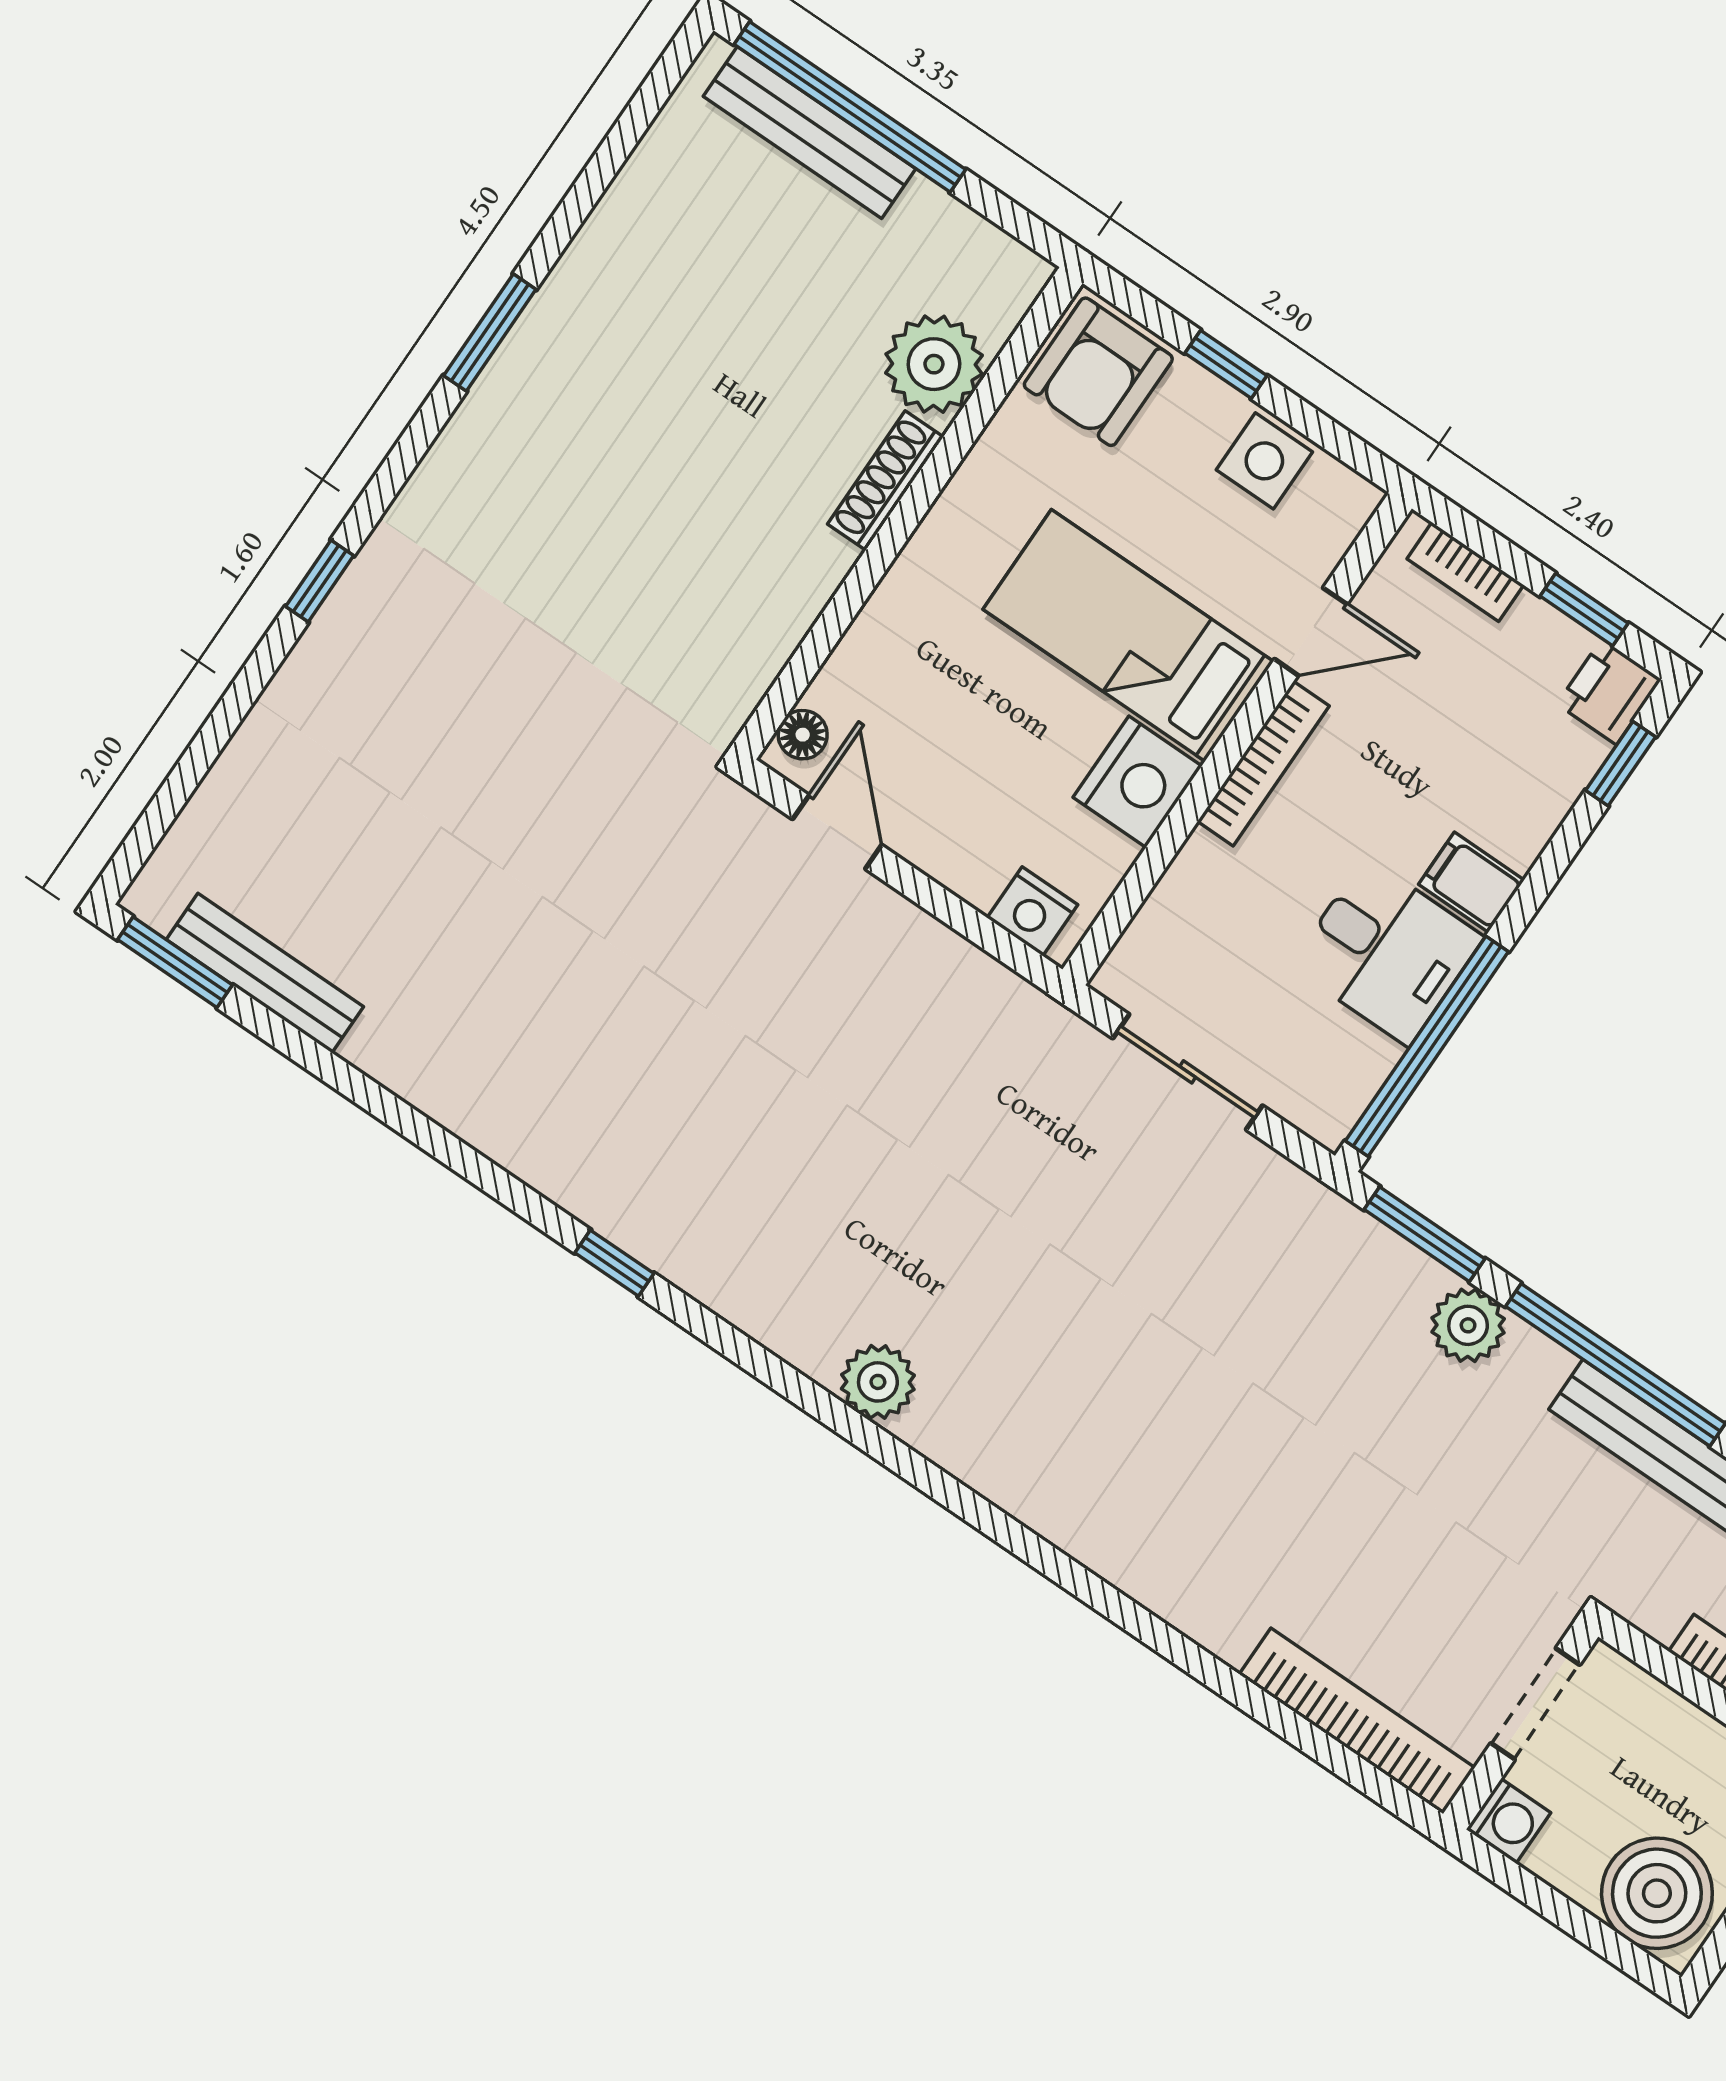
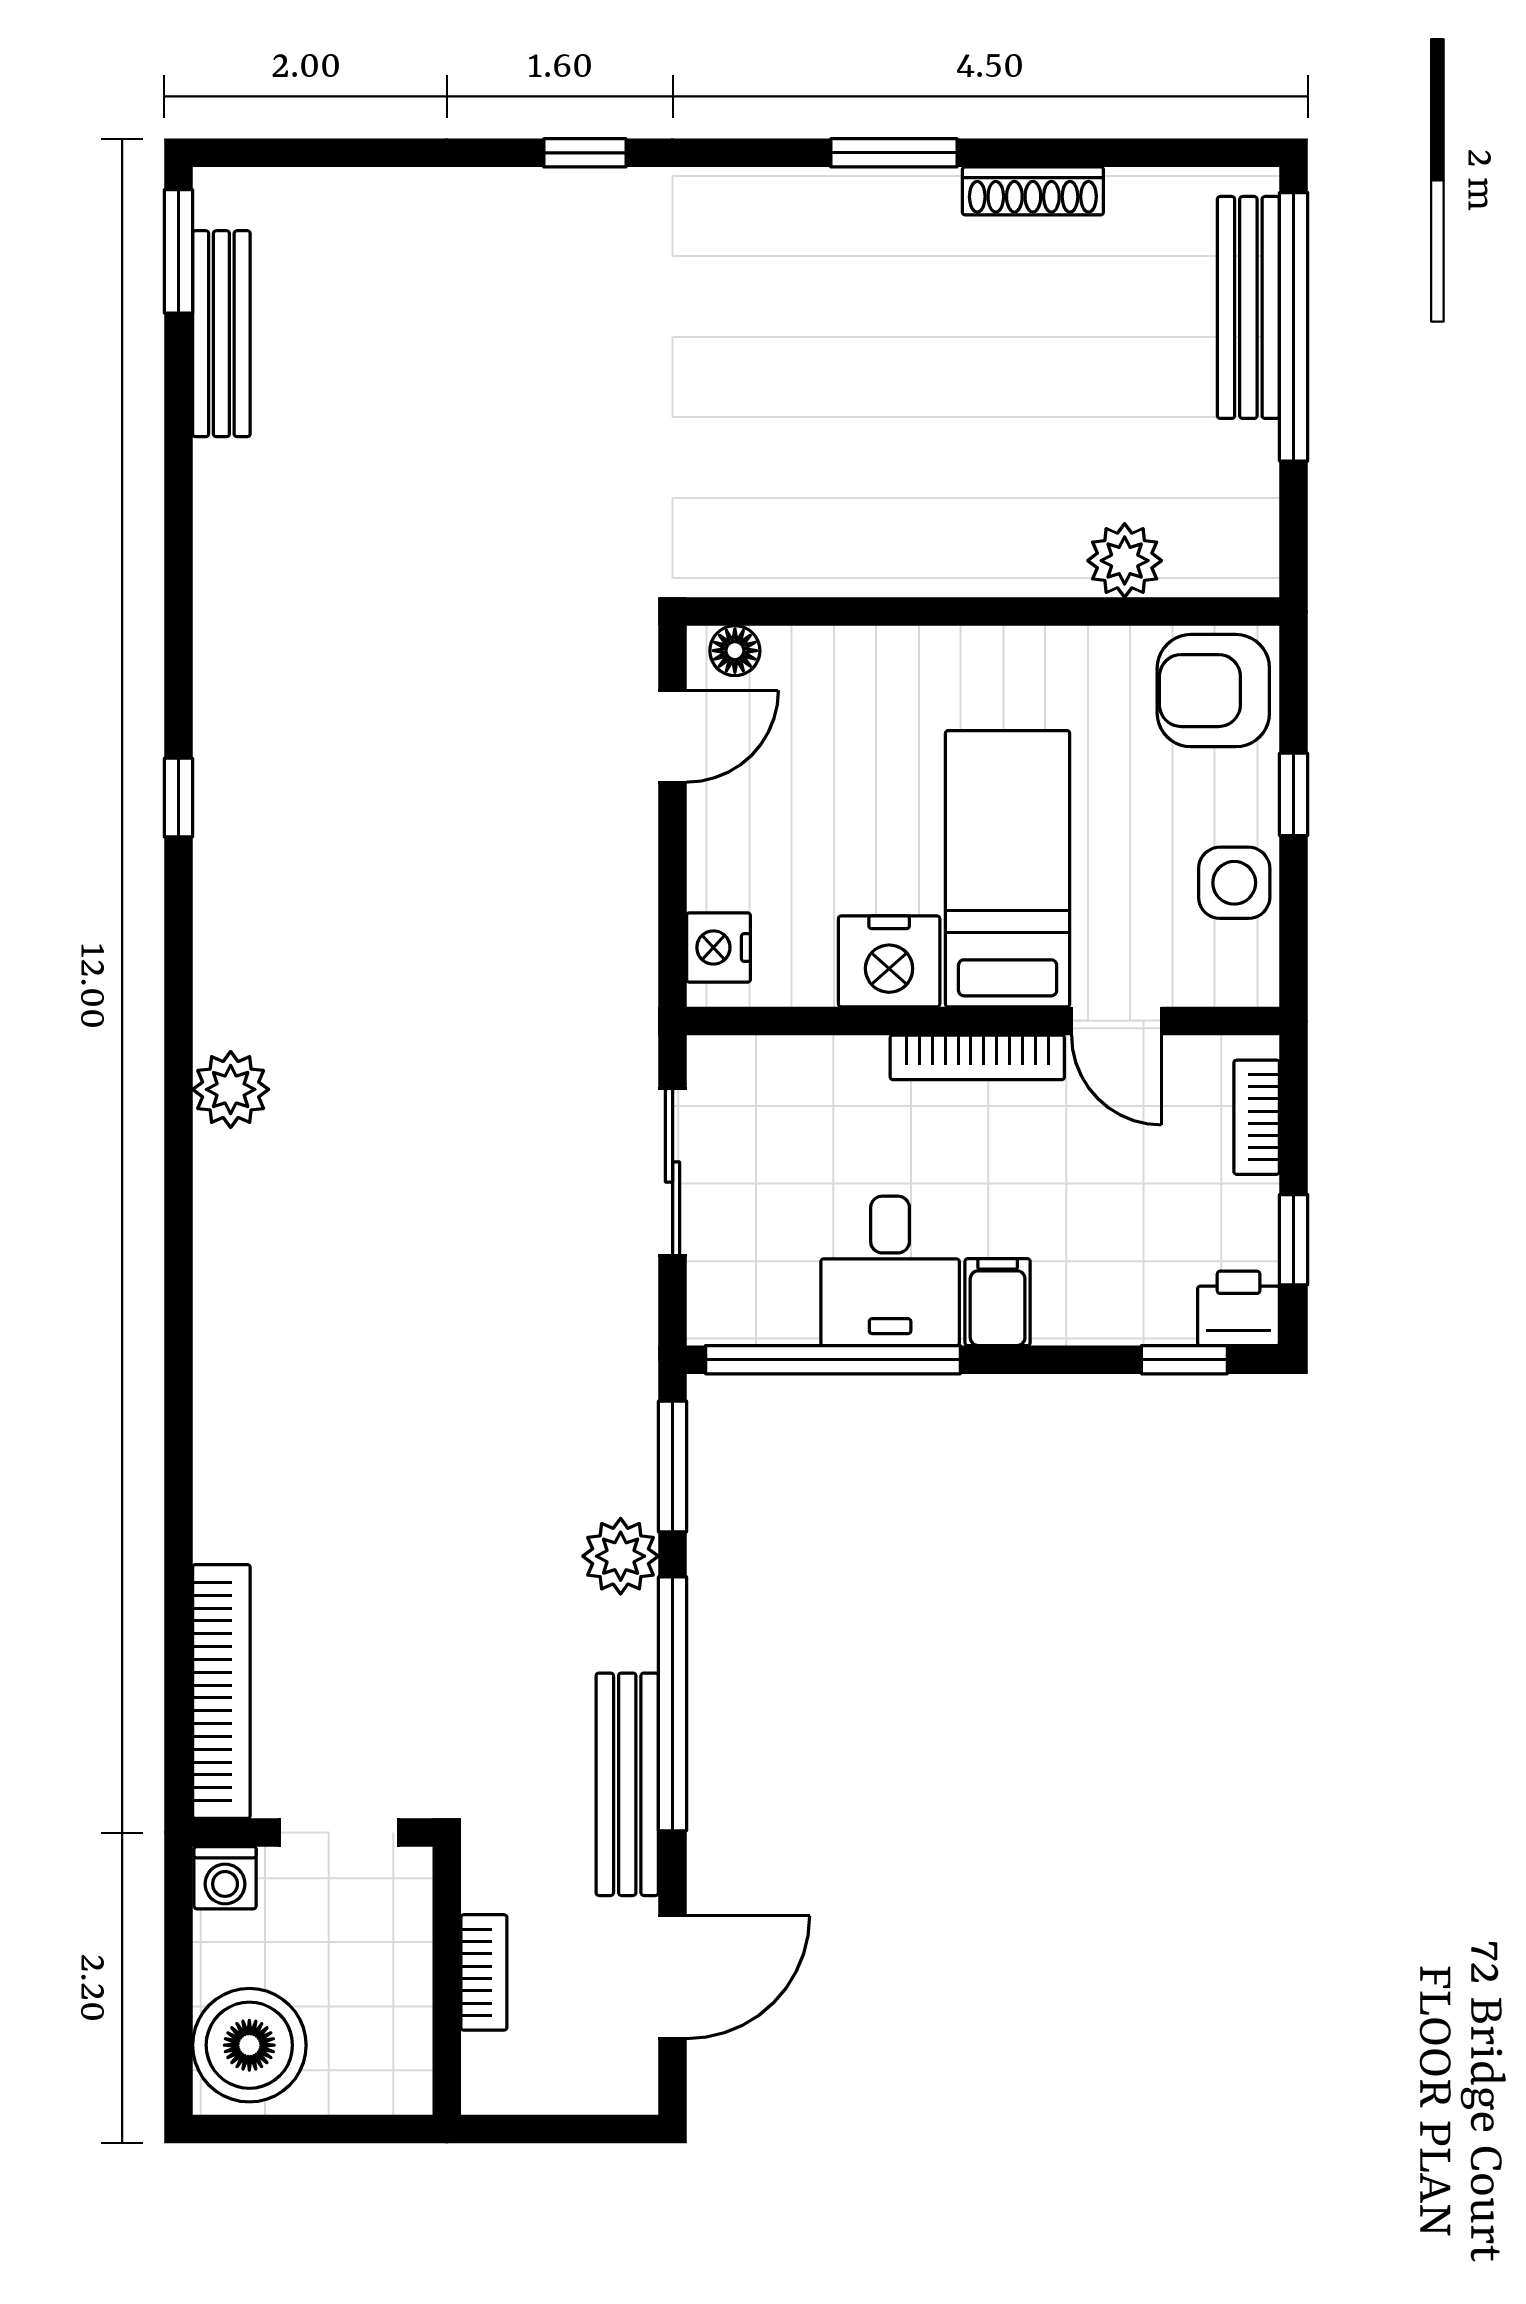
plant: (934, 364) -> (1125, 561), width x0.73, depth x0.73
shoe rack: (885, 480) -> (1033, 191), moved, turned 180

